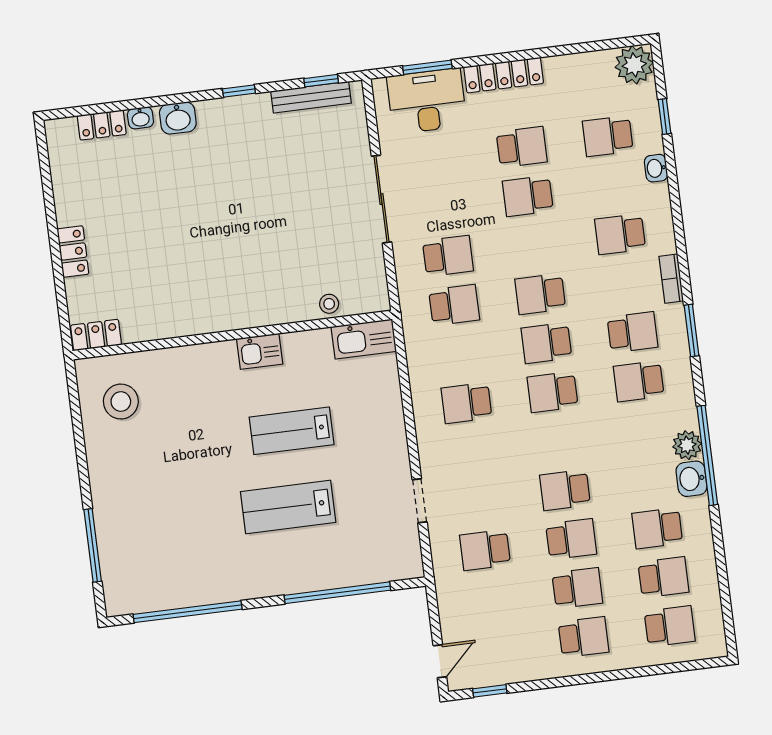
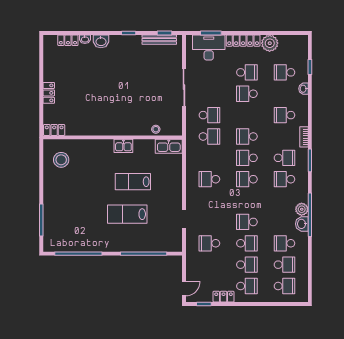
plant: (634, 65) -> (270, 43), moved
locker: (533, 668) -> (224, 297), added

